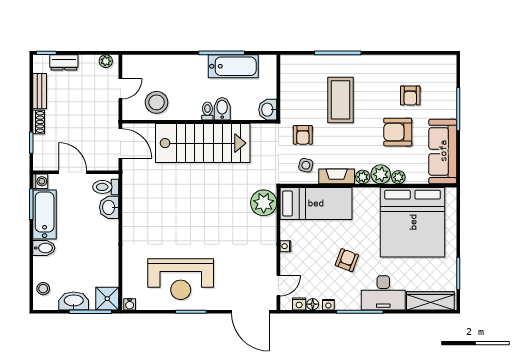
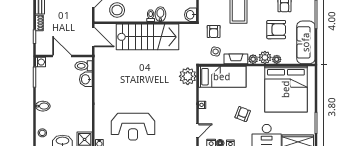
armchair: (398, 132) -> (276, 30), turned 180
bathtub: (45, 214) -> (43, 84), removed

